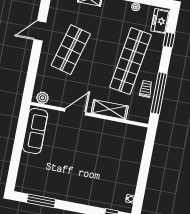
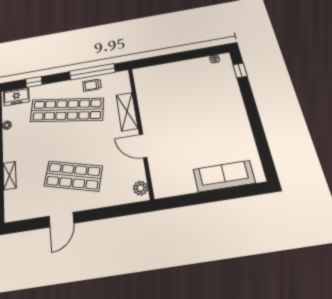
door: (40, 31) -> (61, 220), hinge flipped
sofa: (35, 131) -> (224, 176), moved
window: (41, 201) -> (263, 147), removed

